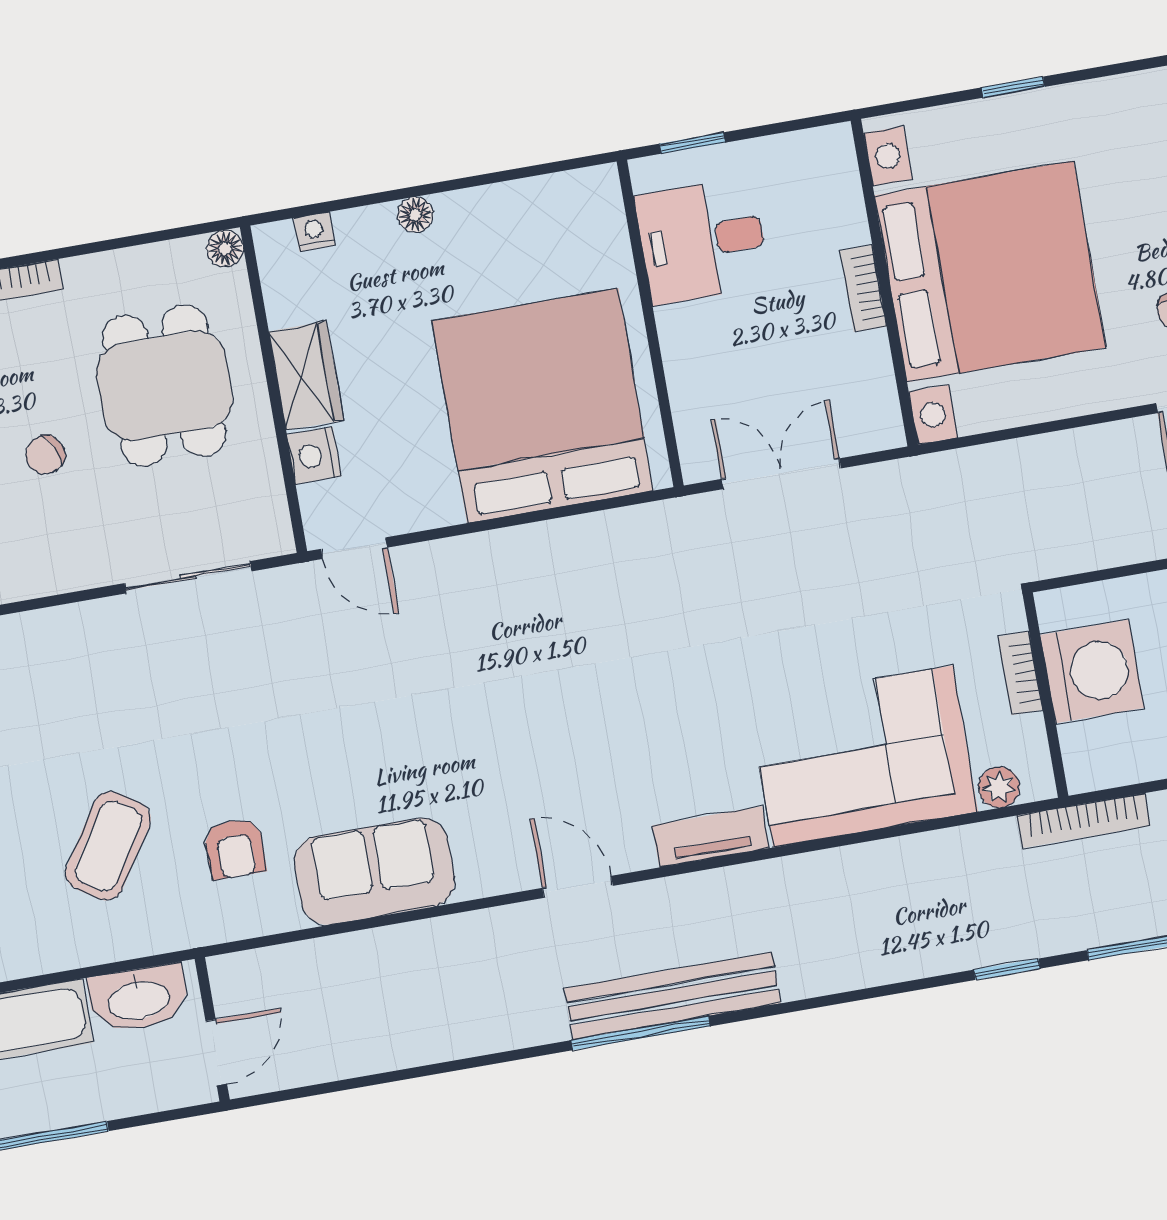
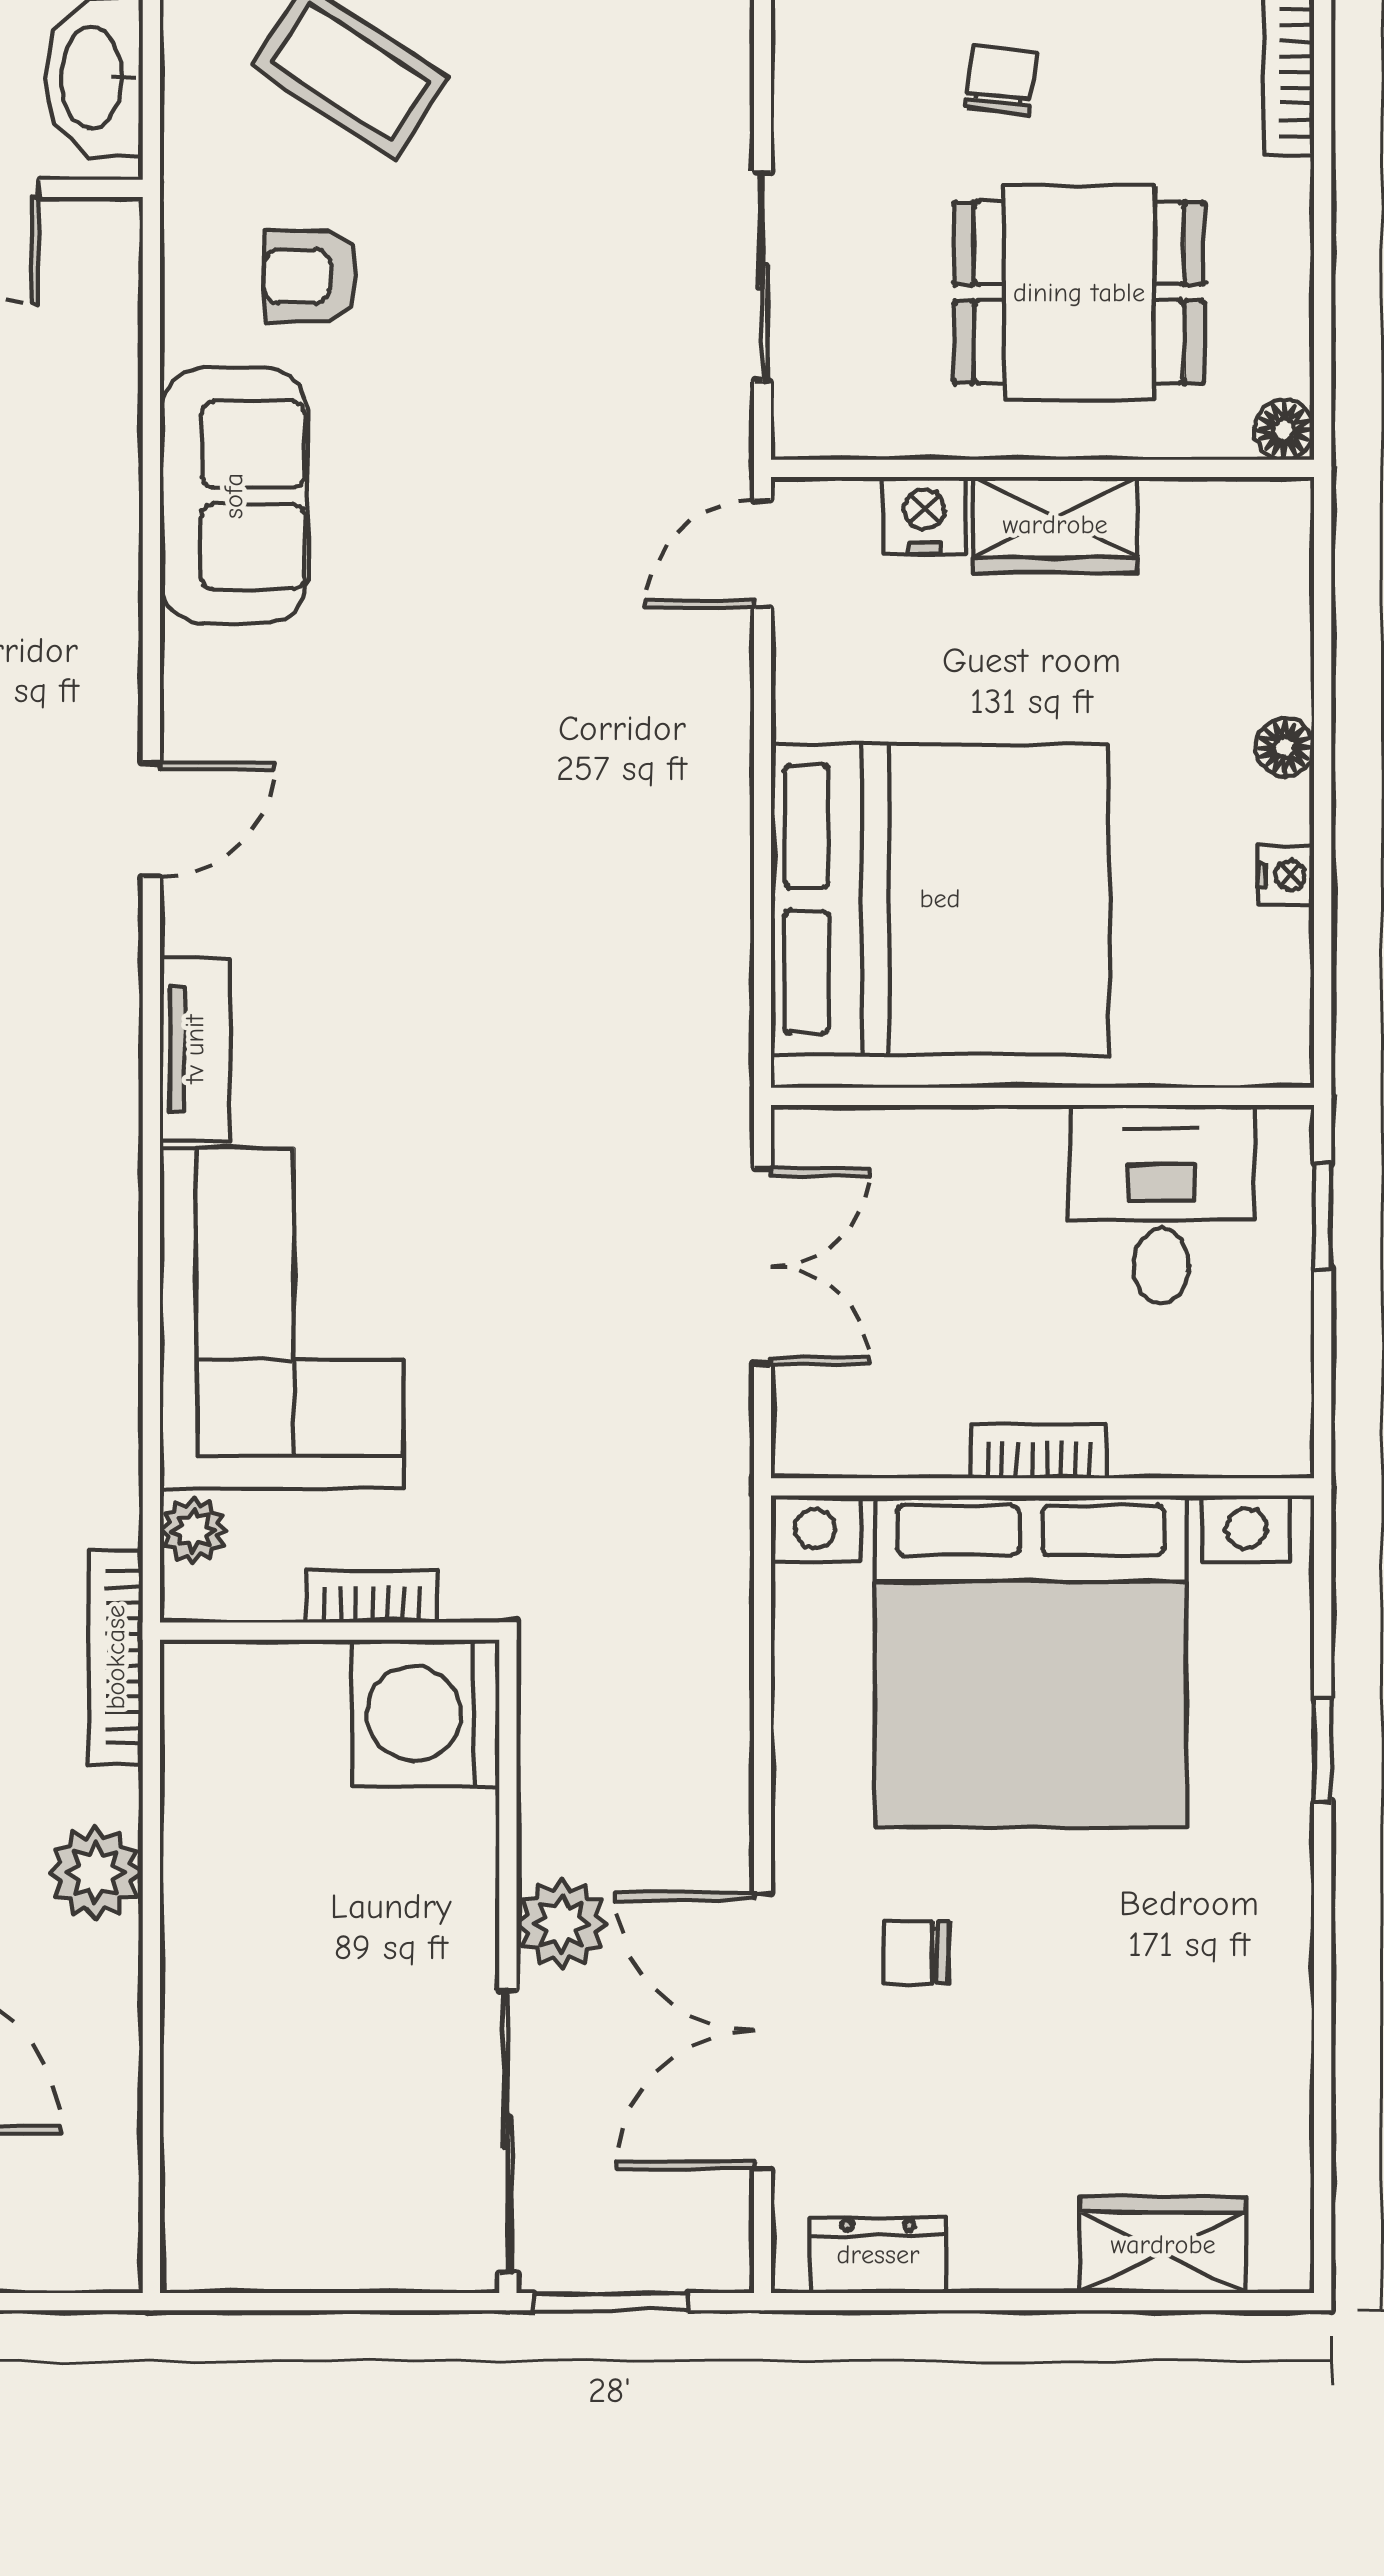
nightstand: (314, 232) -> (1286, 875), moved
chair: (45, 455) -> (1001, 80), turned 32
washing machine: (1092, 671) -> (426, 1713), moved, turned 90

